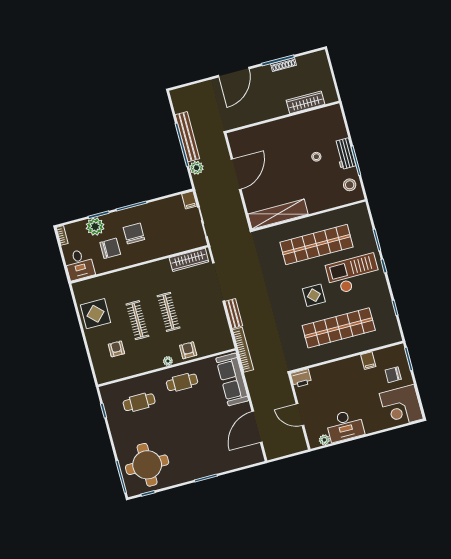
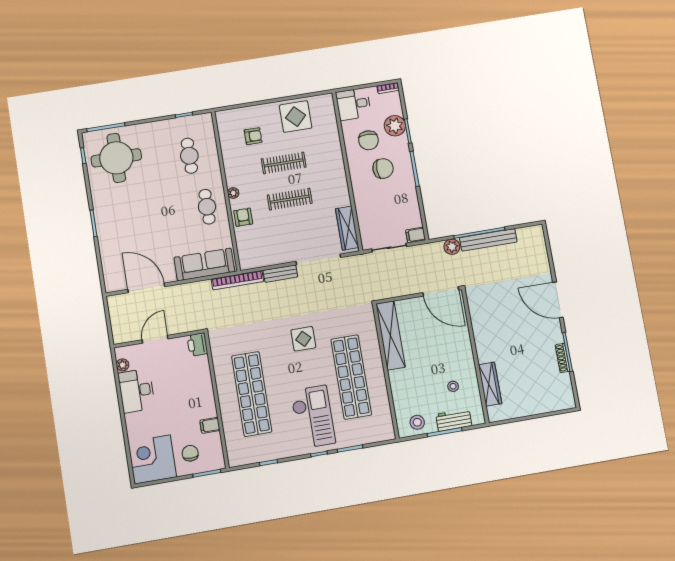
wardrobe: (306, 102) -> (490, 384), moved
wall: (283, 117) -> (475, 356), moved
display table: (314, 295) -> (303, 339), moved
armchair: (188, 350) -> (243, 217), turned -90

